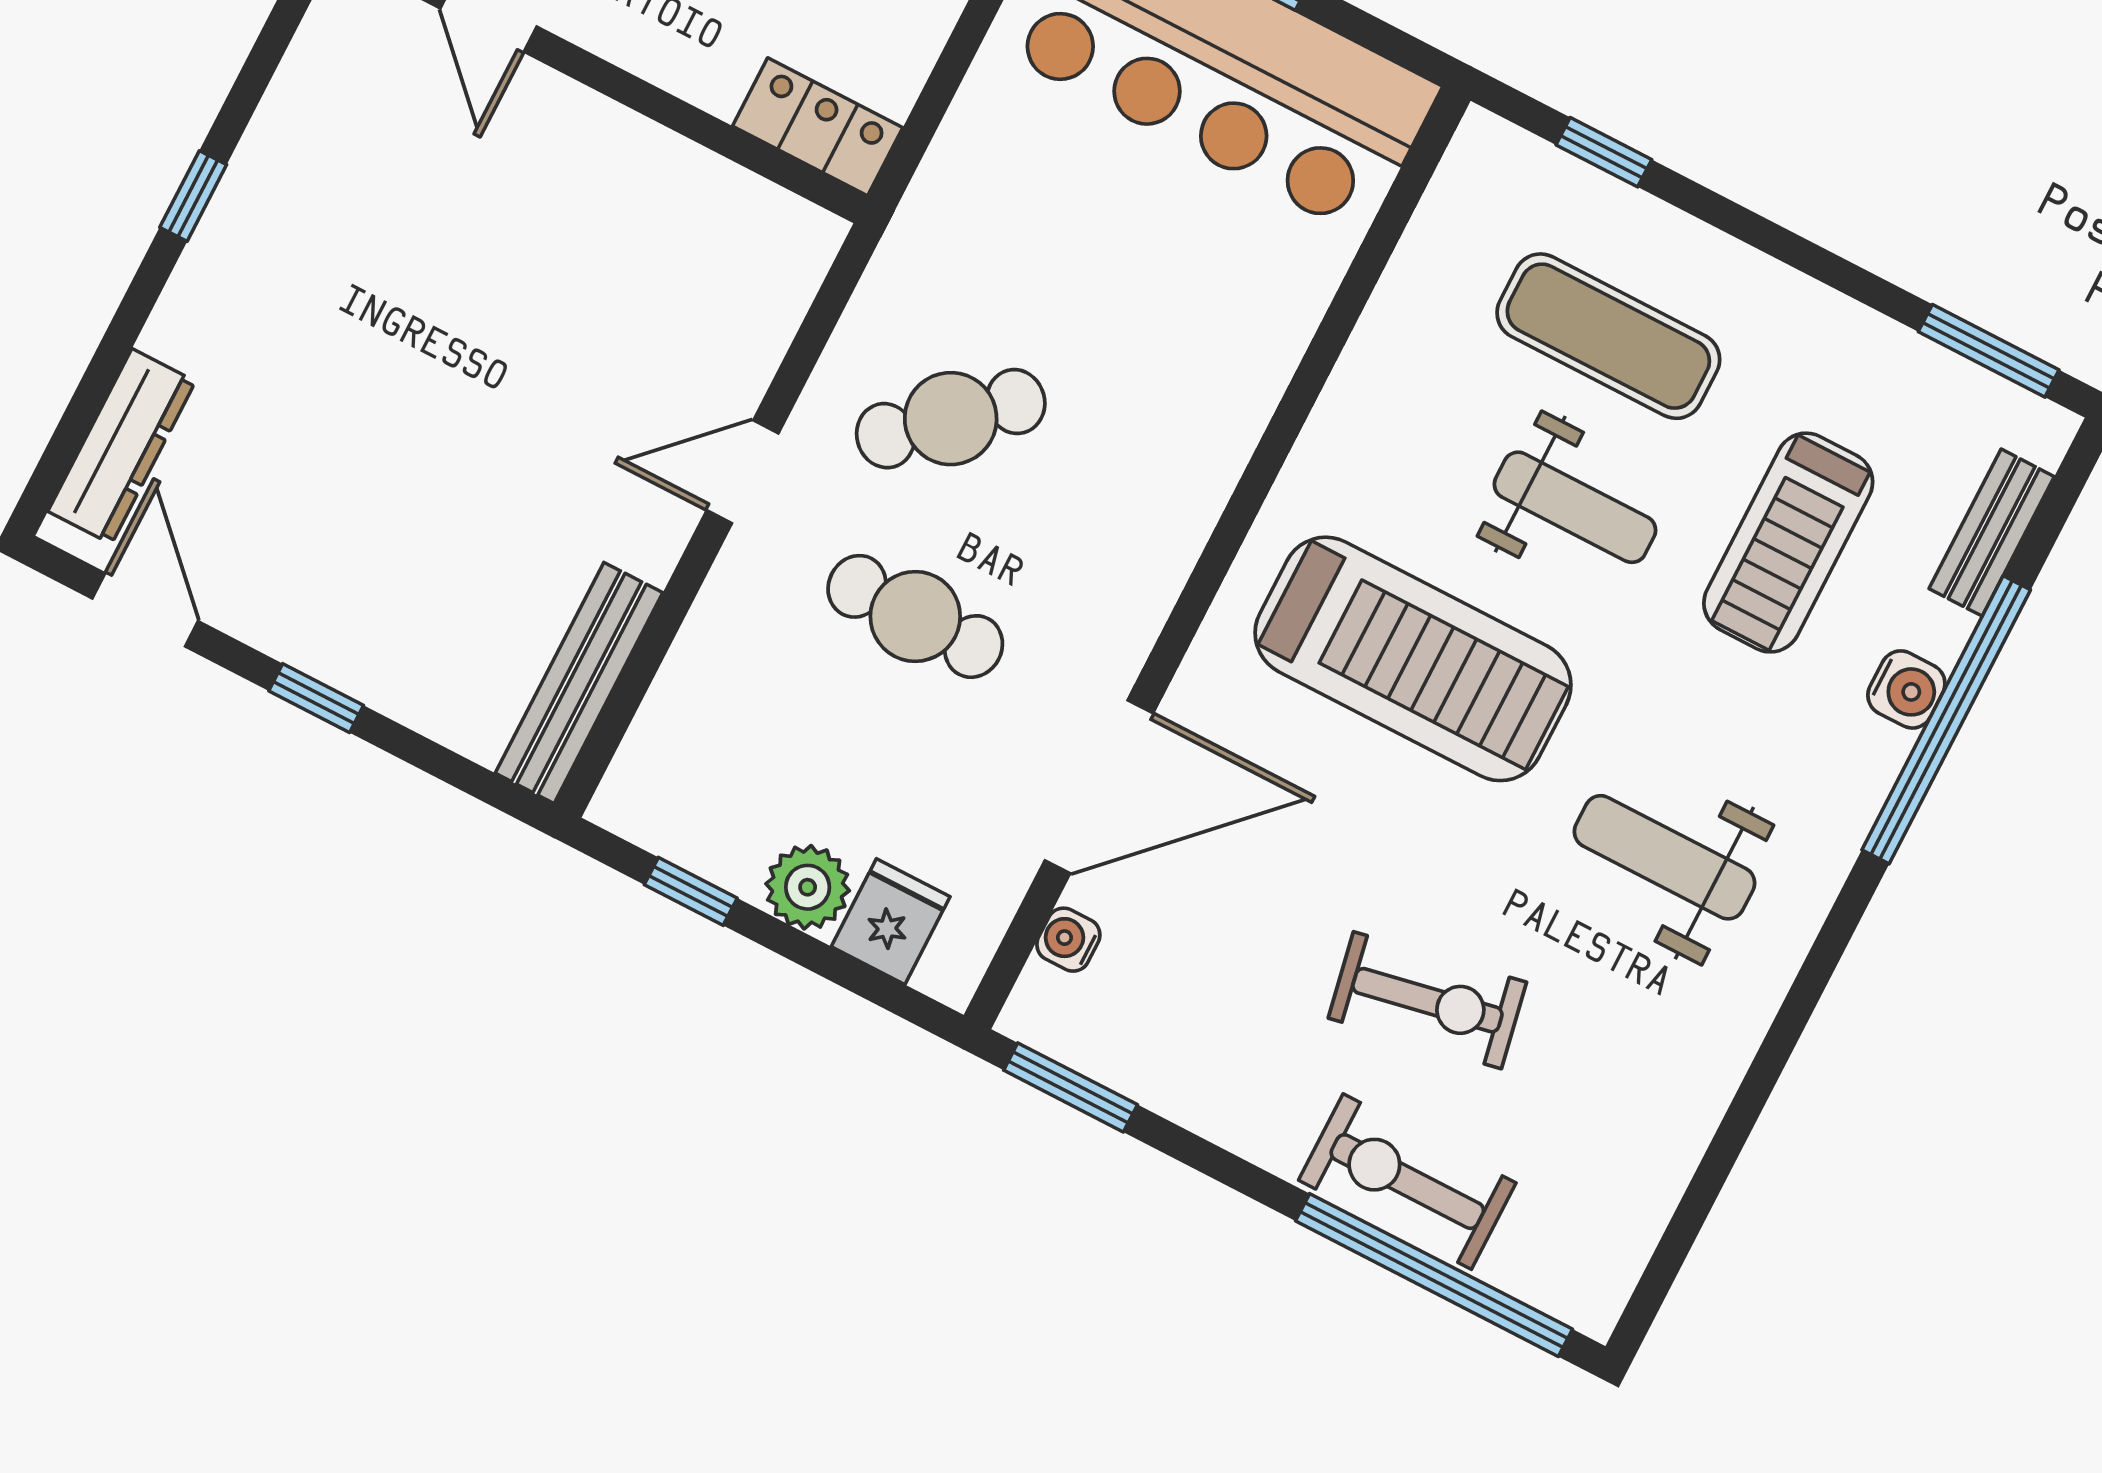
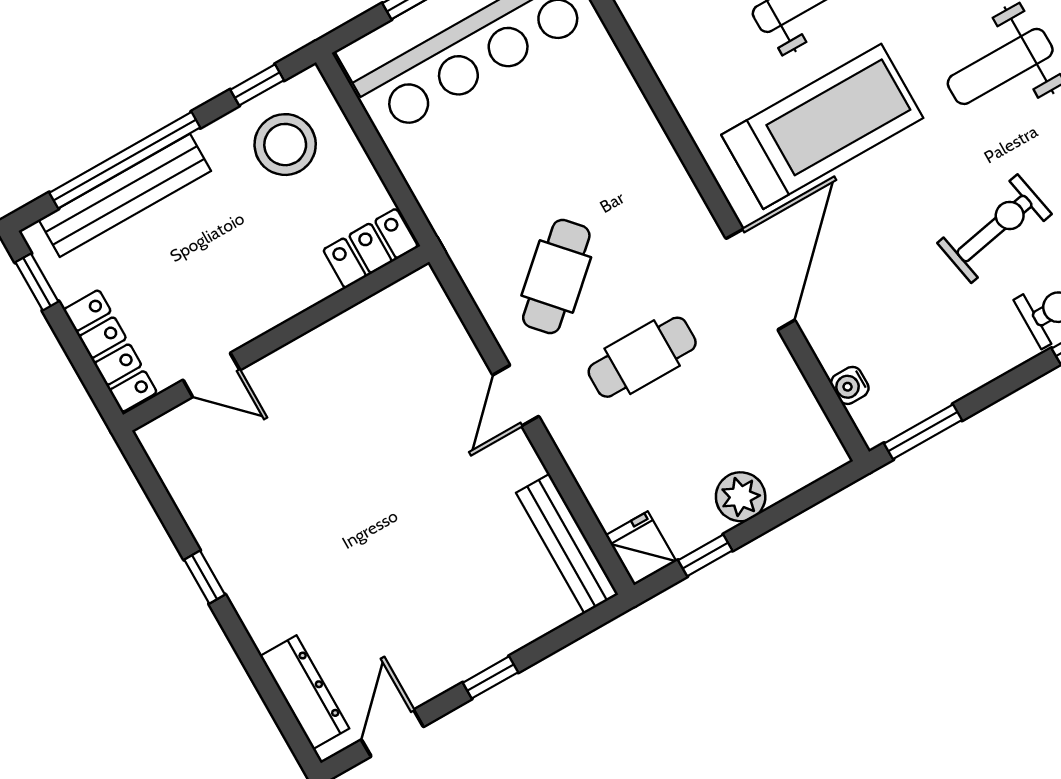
door: (145, 610) -> (392, 733), hinge flipped
door: (1099, 787) -> (760, 279), moved
fridge: (891, 922) -> (641, 548), moved

